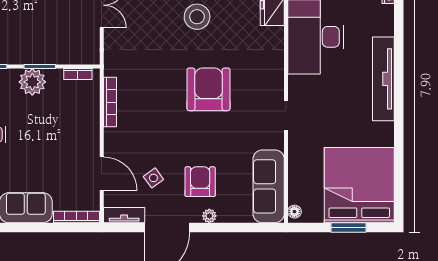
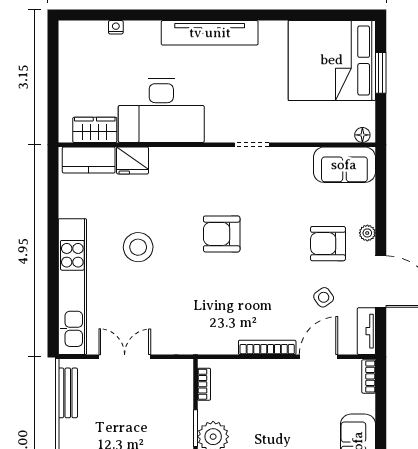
armchair: (208, 89) -> (222, 234), width x0.73, depth x0.73
bookcase: (110, 102) -> (267, 347), moved
sofa: (269, 186) -> (344, 165), width x0.73
bookcase: (76, 217) -> (369, 376), width x0.64

